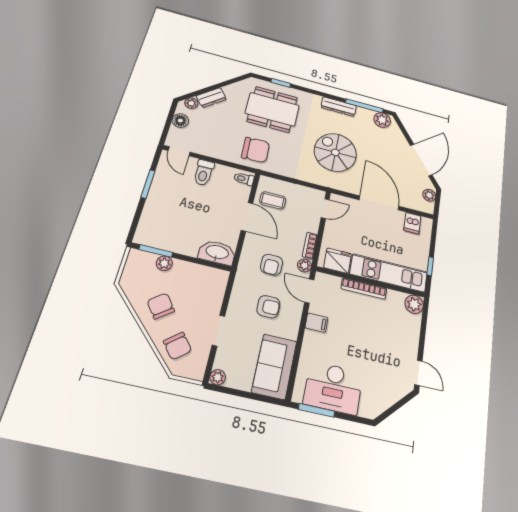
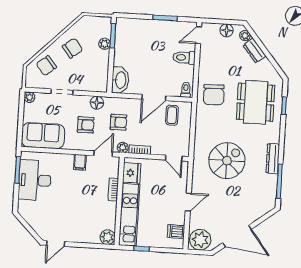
plant: (382, 120) -> (269, 198), removed
plant: (429, 195) -> (200, 240), width x1.87, depth x1.87
door: (379, 203) -> (188, 202), width x0.53
armchair: (272, 265) -> (119, 122), turned 180
floor lamp: (241, 287) -> (97, 103), added
bookcase: (364, 288) -> (113, 190), width x0.64
armchair: (268, 307) -> (86, 125), turned -90

